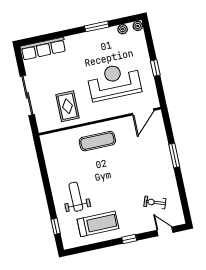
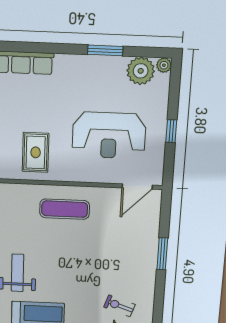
plant: (123, 29) -> (141, 71), width x1.87, depth x1.87
reception desk: (114, 82) -> (109, 135), turned 180

